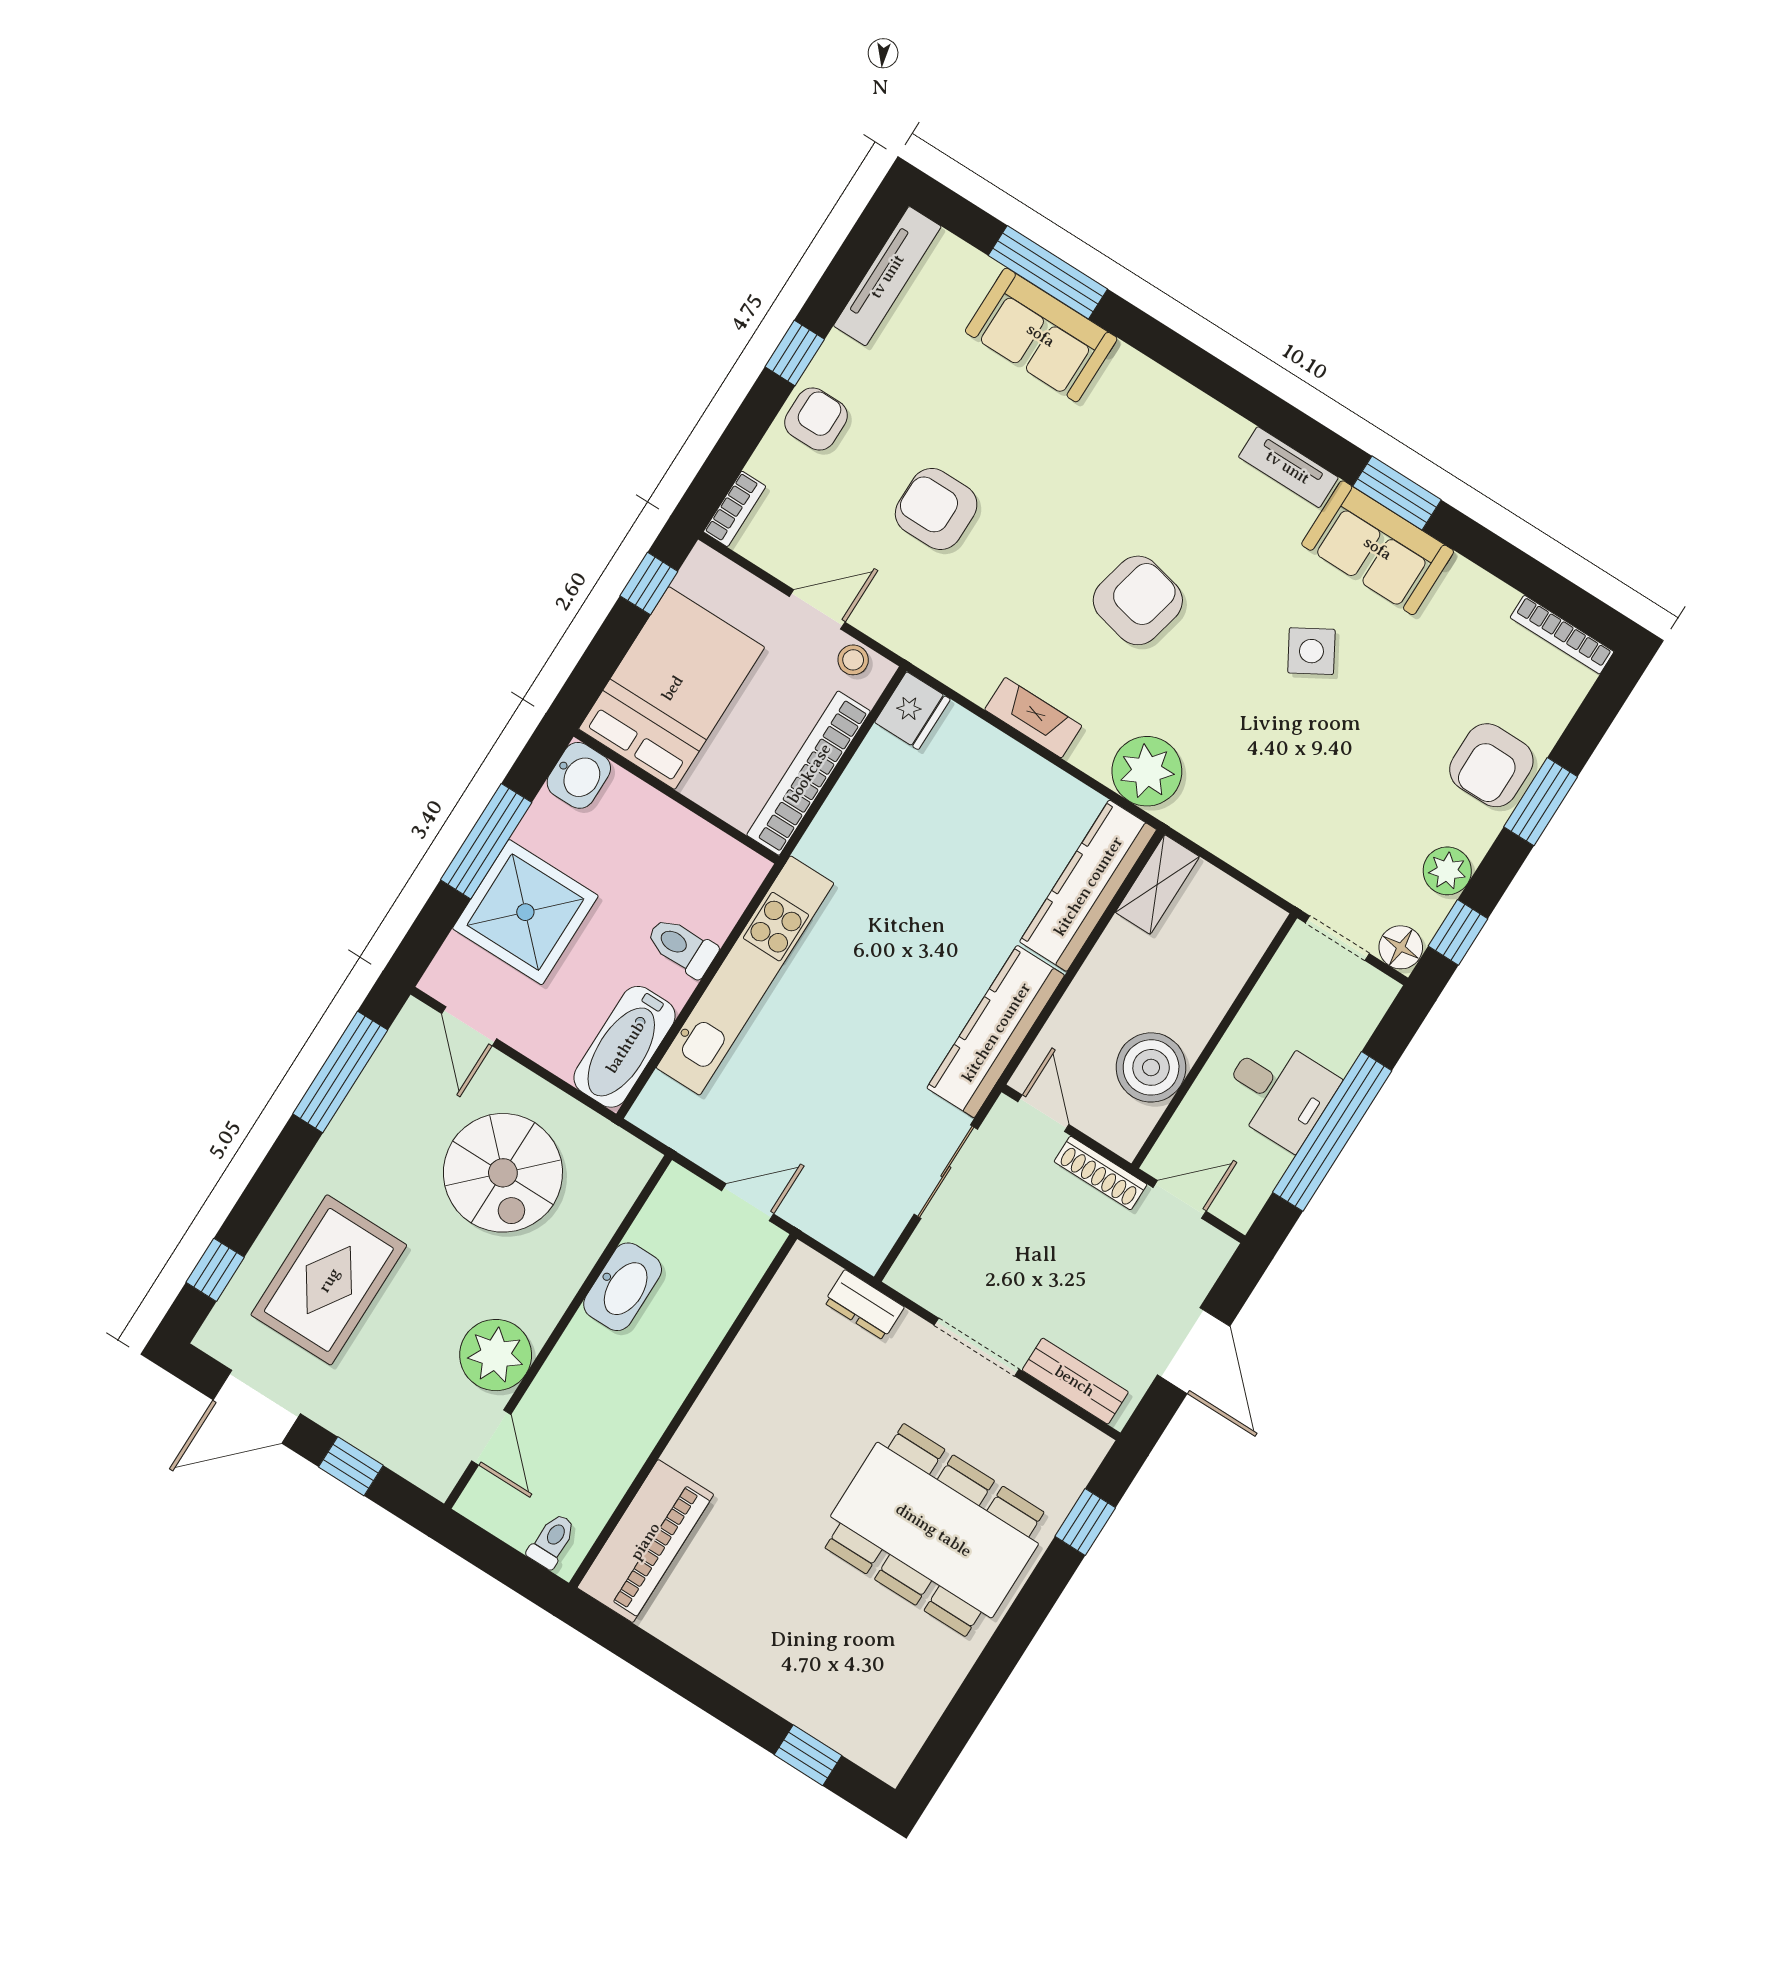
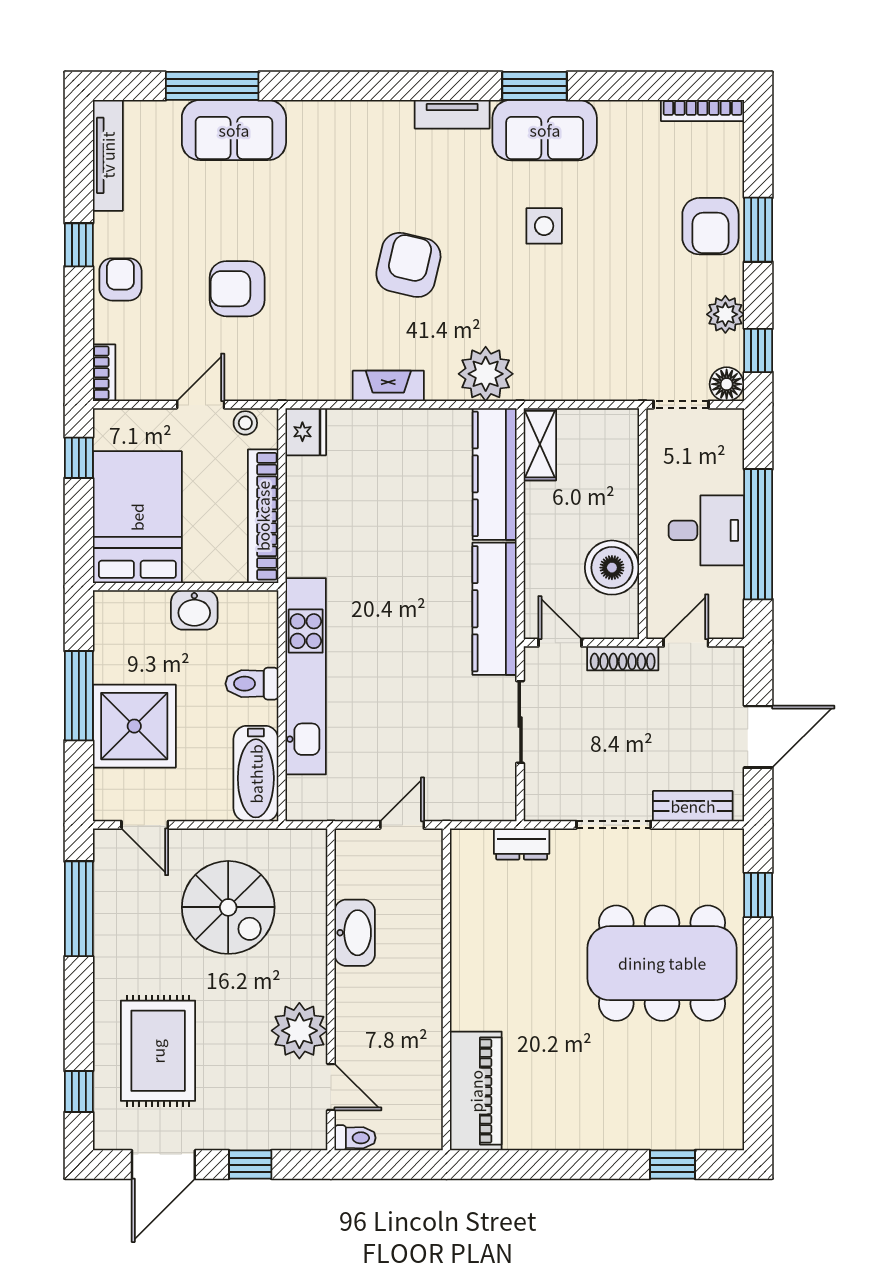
side table: (1311, 651) -> (544, 226), turned 30
washbasin: (579, 775) -> (194, 610), moved, turned 90
door: (1194, 1351) -> (758, 737), hinge flipped
toilet: (552, 1541) -> (355, 1138), moved, turned 90

